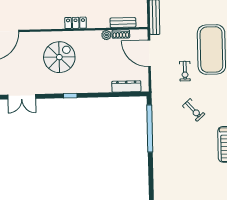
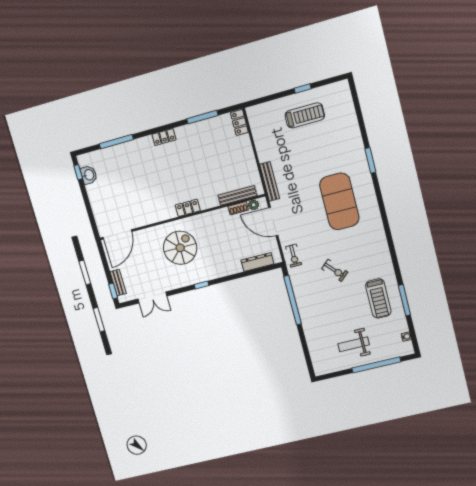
bench: (123, 23) -> (237, 195), width x1.36
plant: (106, 35) -> (254, 205), moved
exercise bike: (185, 71) -> (294, 256), moved
weight bench: (195, 182) -> (354, 344), added

